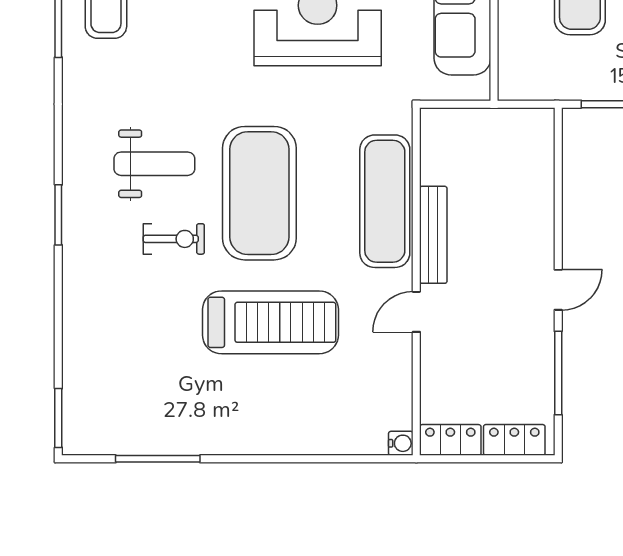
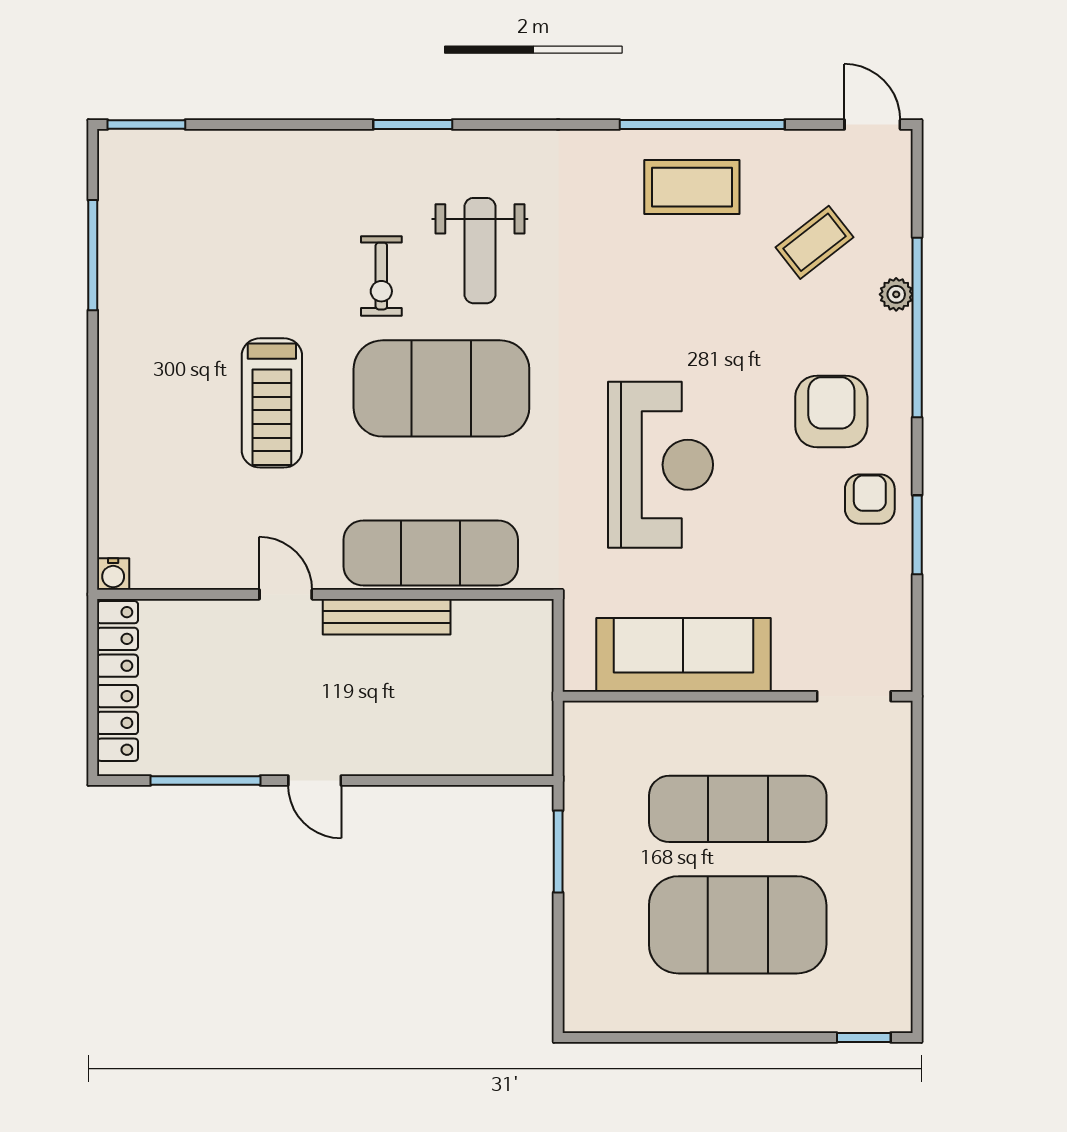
treadmill: (270, 322) -> (272, 403), width x0.73, depth x0.73

